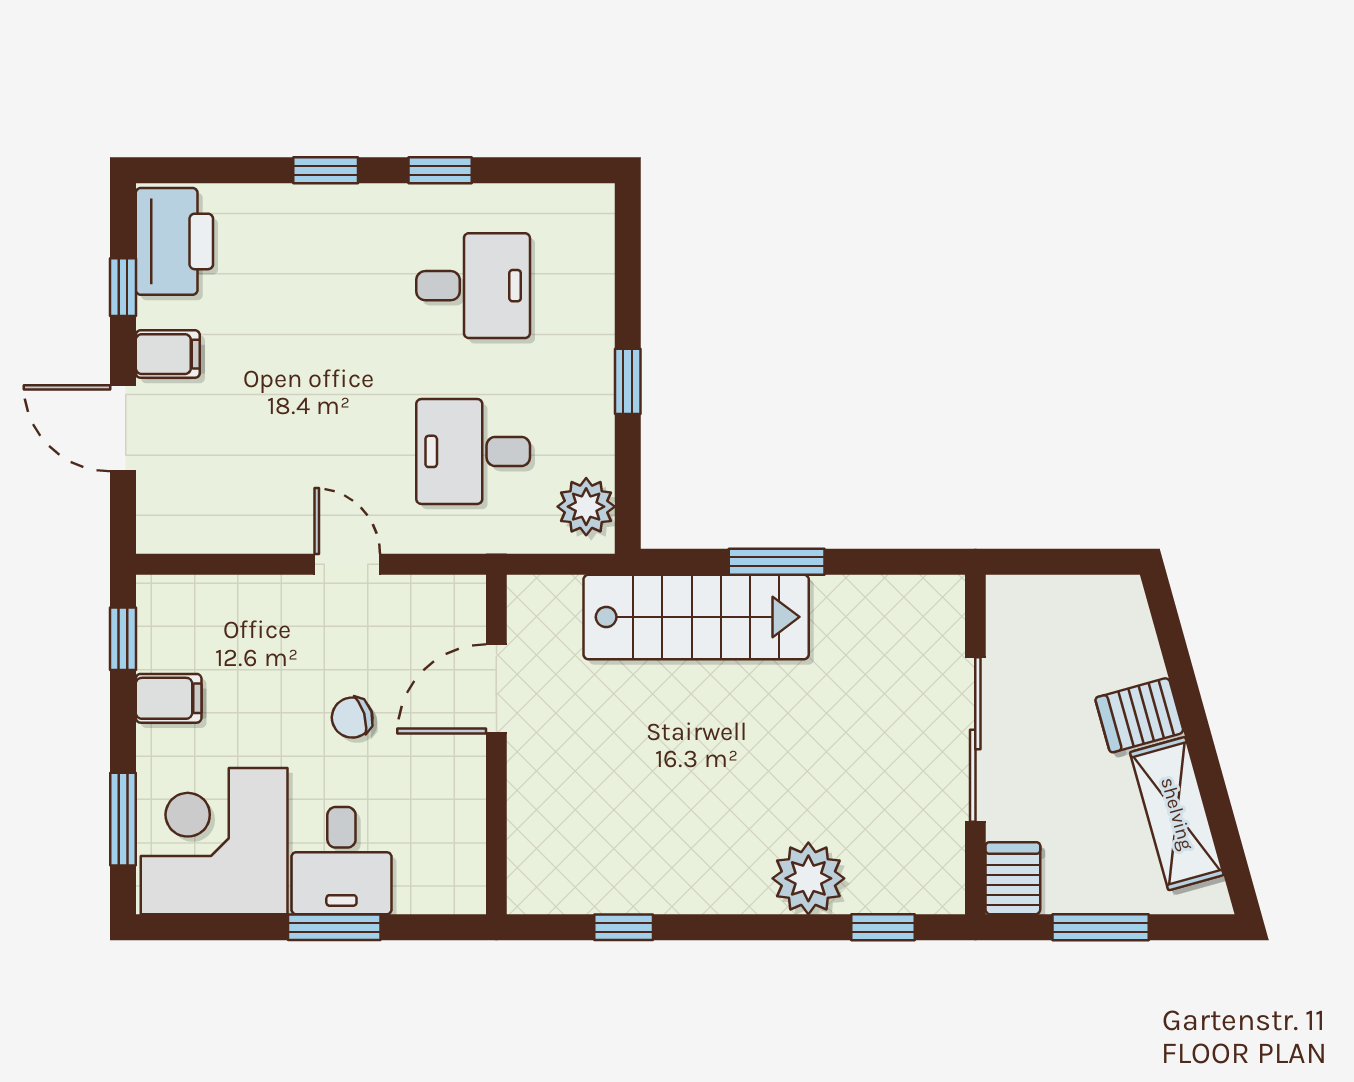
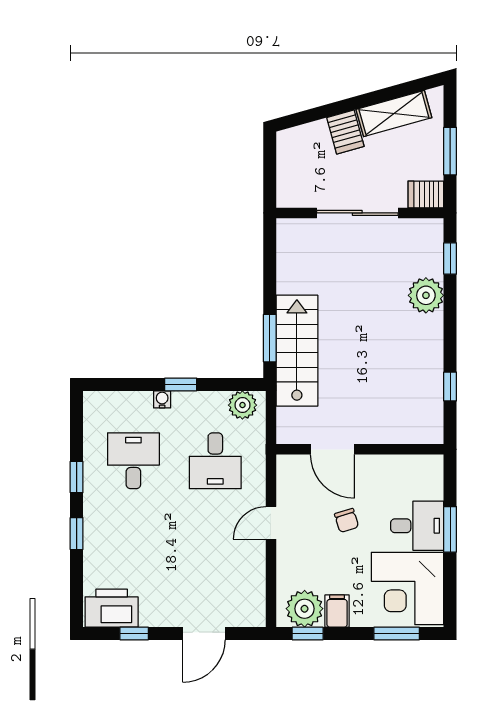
water cooler: (597, 344) -> (162, 399), added
filing cabinet: (168, 354) -> (167, 611), removed
window: (777, 562) -> (270, 338), moved
plant: (173, 632) -> (305, 609), added

